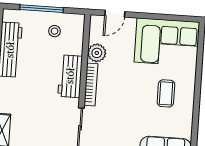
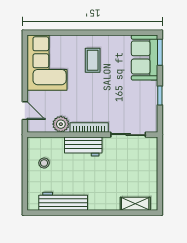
window: (41, 9) -> (25, 176), removed
coffee table: (166, 93) -> (93, 60), turned 90

